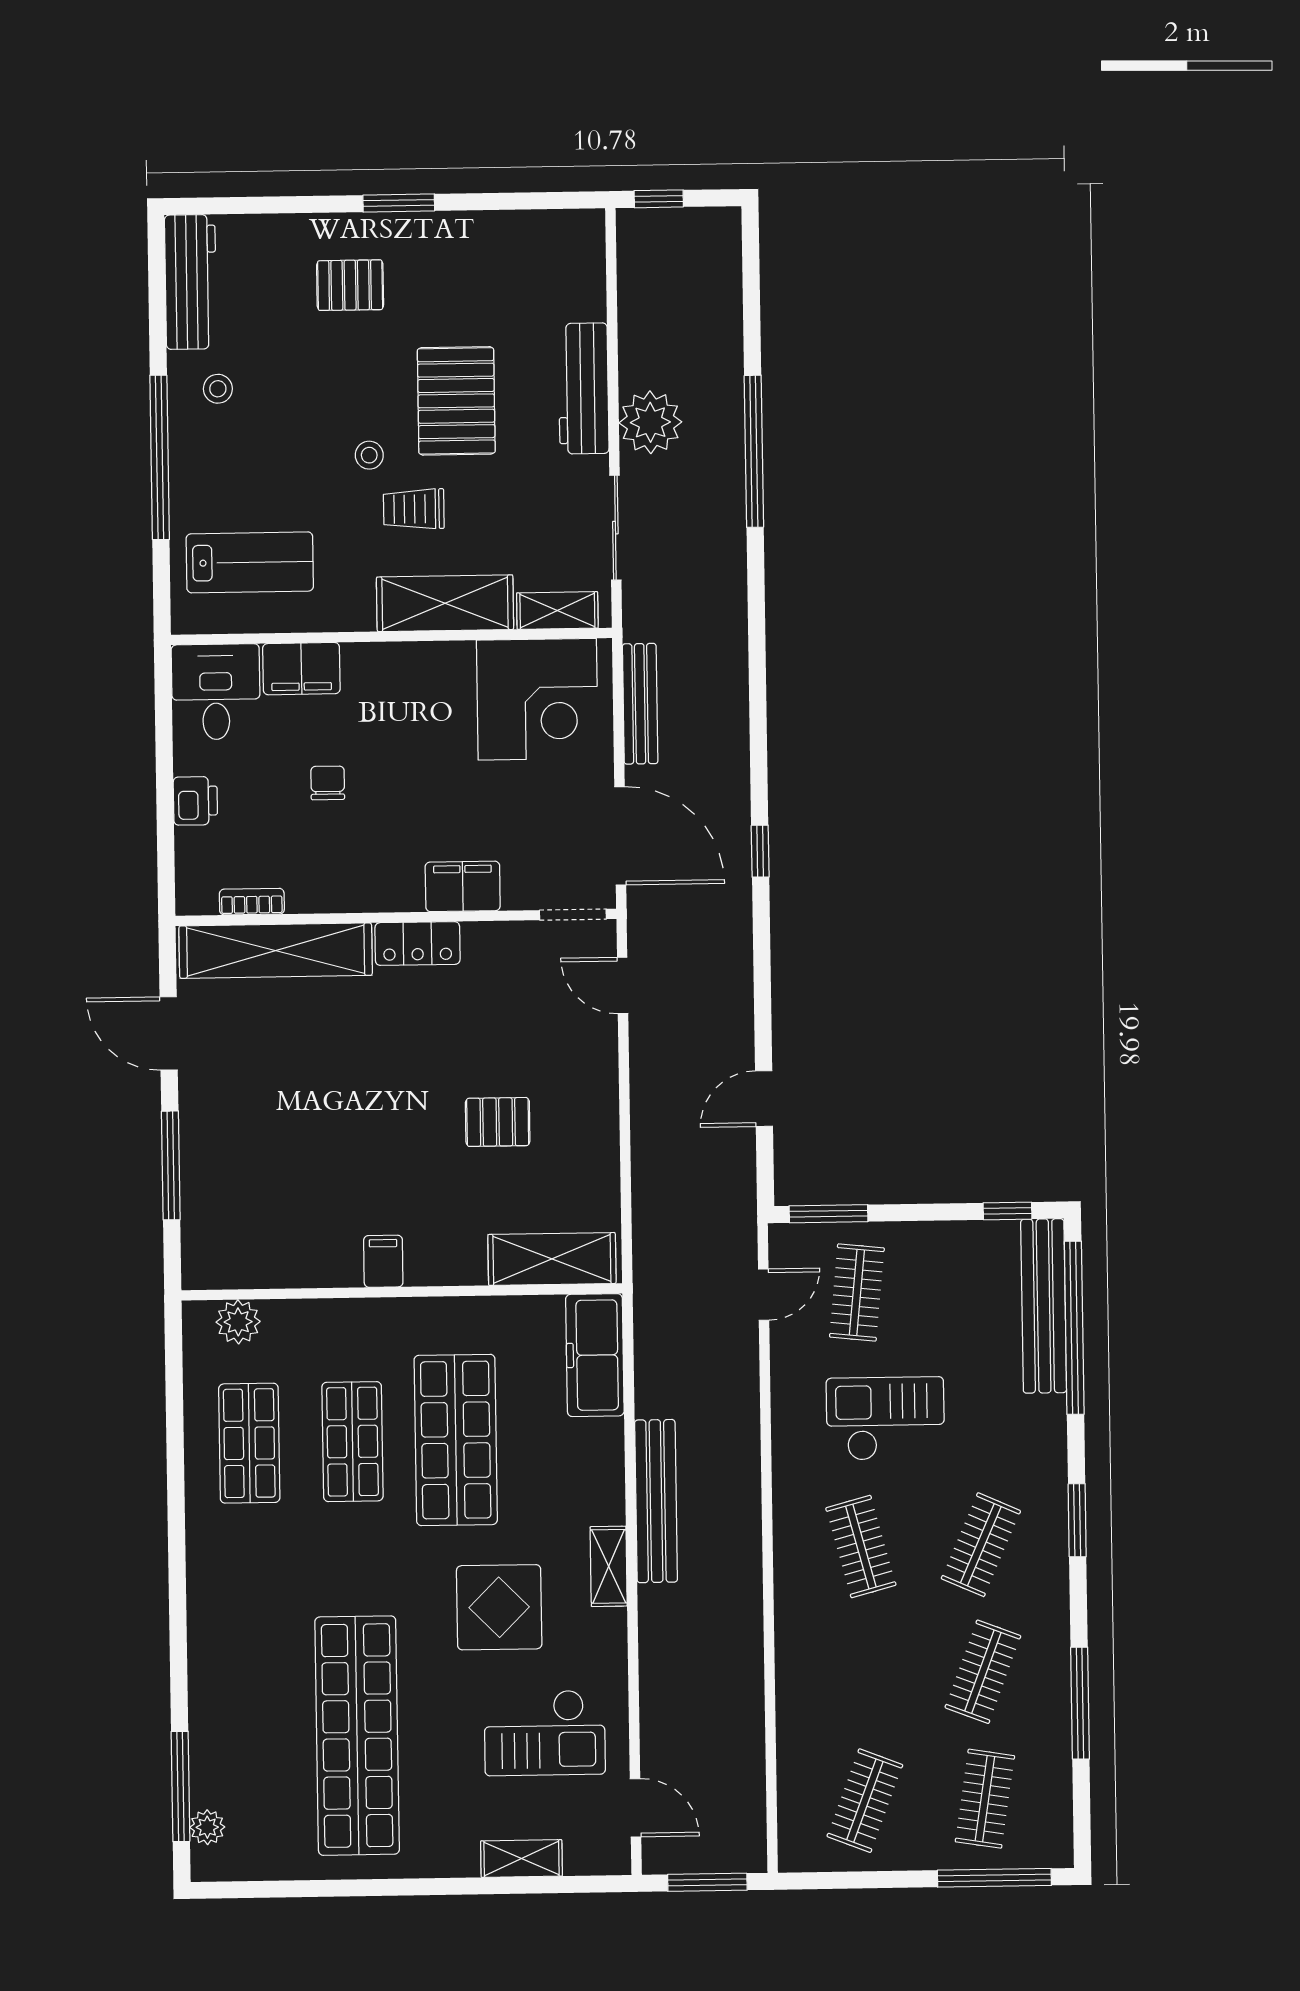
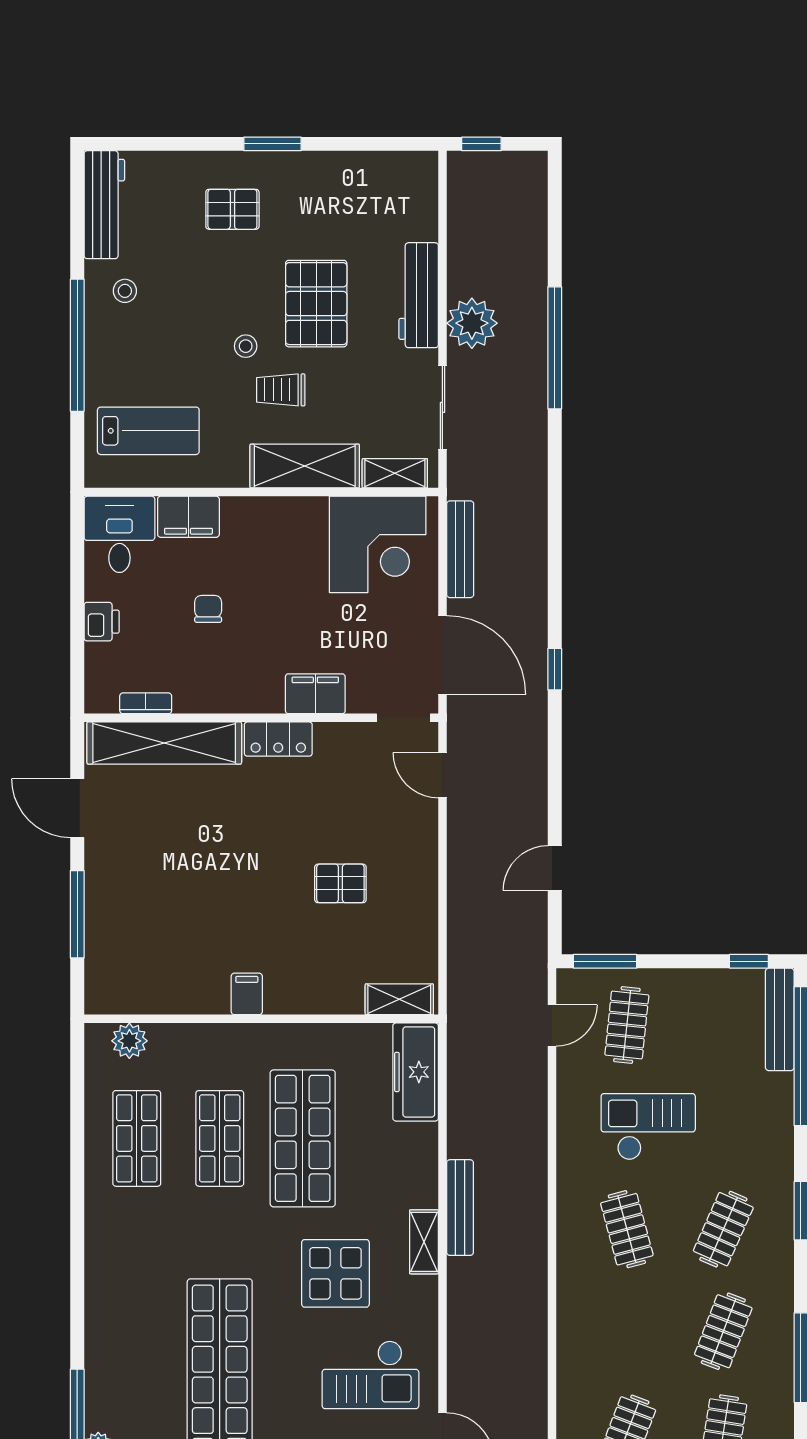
shelving: (552, 1259) -> (399, 999), width x0.67, depth x0.75
bench: (1044, 1306) -> (780, 1019), width x0.73, depth x0.82
bench: (656, 1501) -> (460, 1208), width x0.73, depth x0.82

